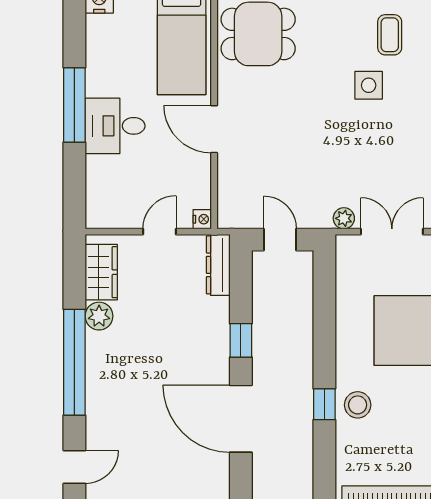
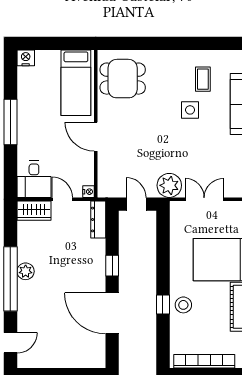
desk: (115, 126) -> (34, 179), moved, turned -90
plant: (344, 218) -> (169, 185), width x1.88, depth x1.88
door: (159, 232) -> (62, 199), hinge flipped
wardrobe: (101, 272) -> (34, 211), moved, turned 90
plant: (99, 316) -> (26, 271), moved

